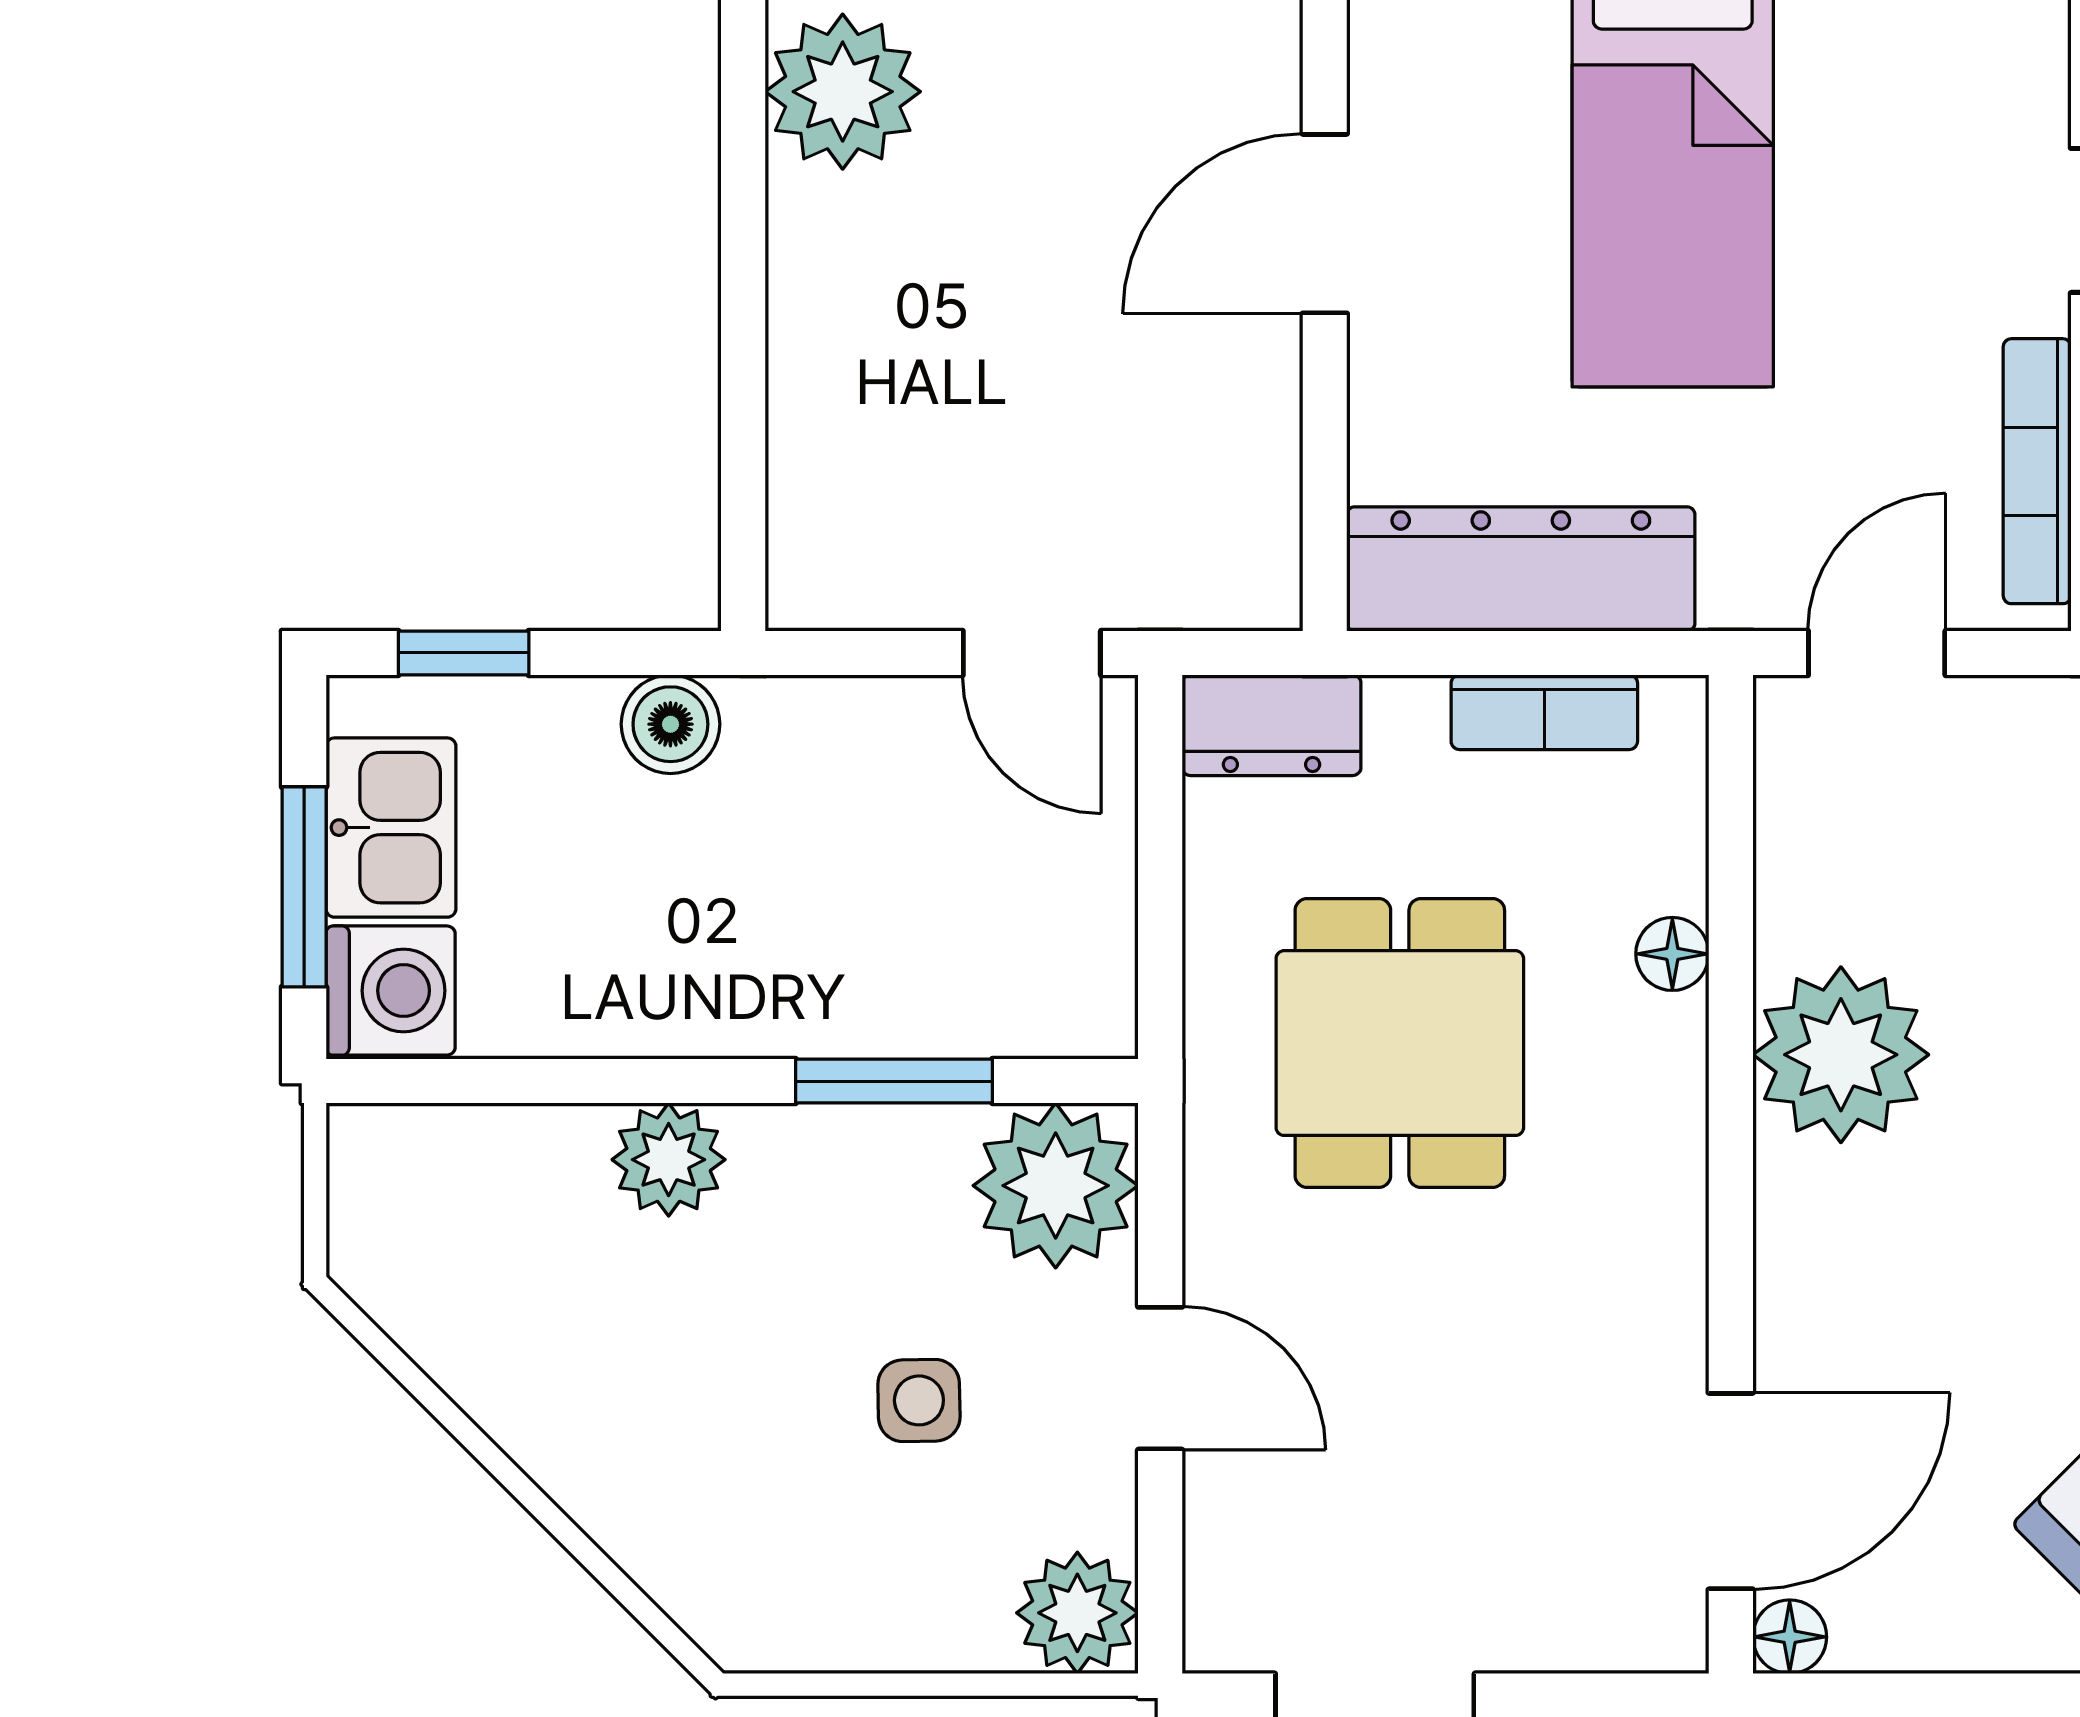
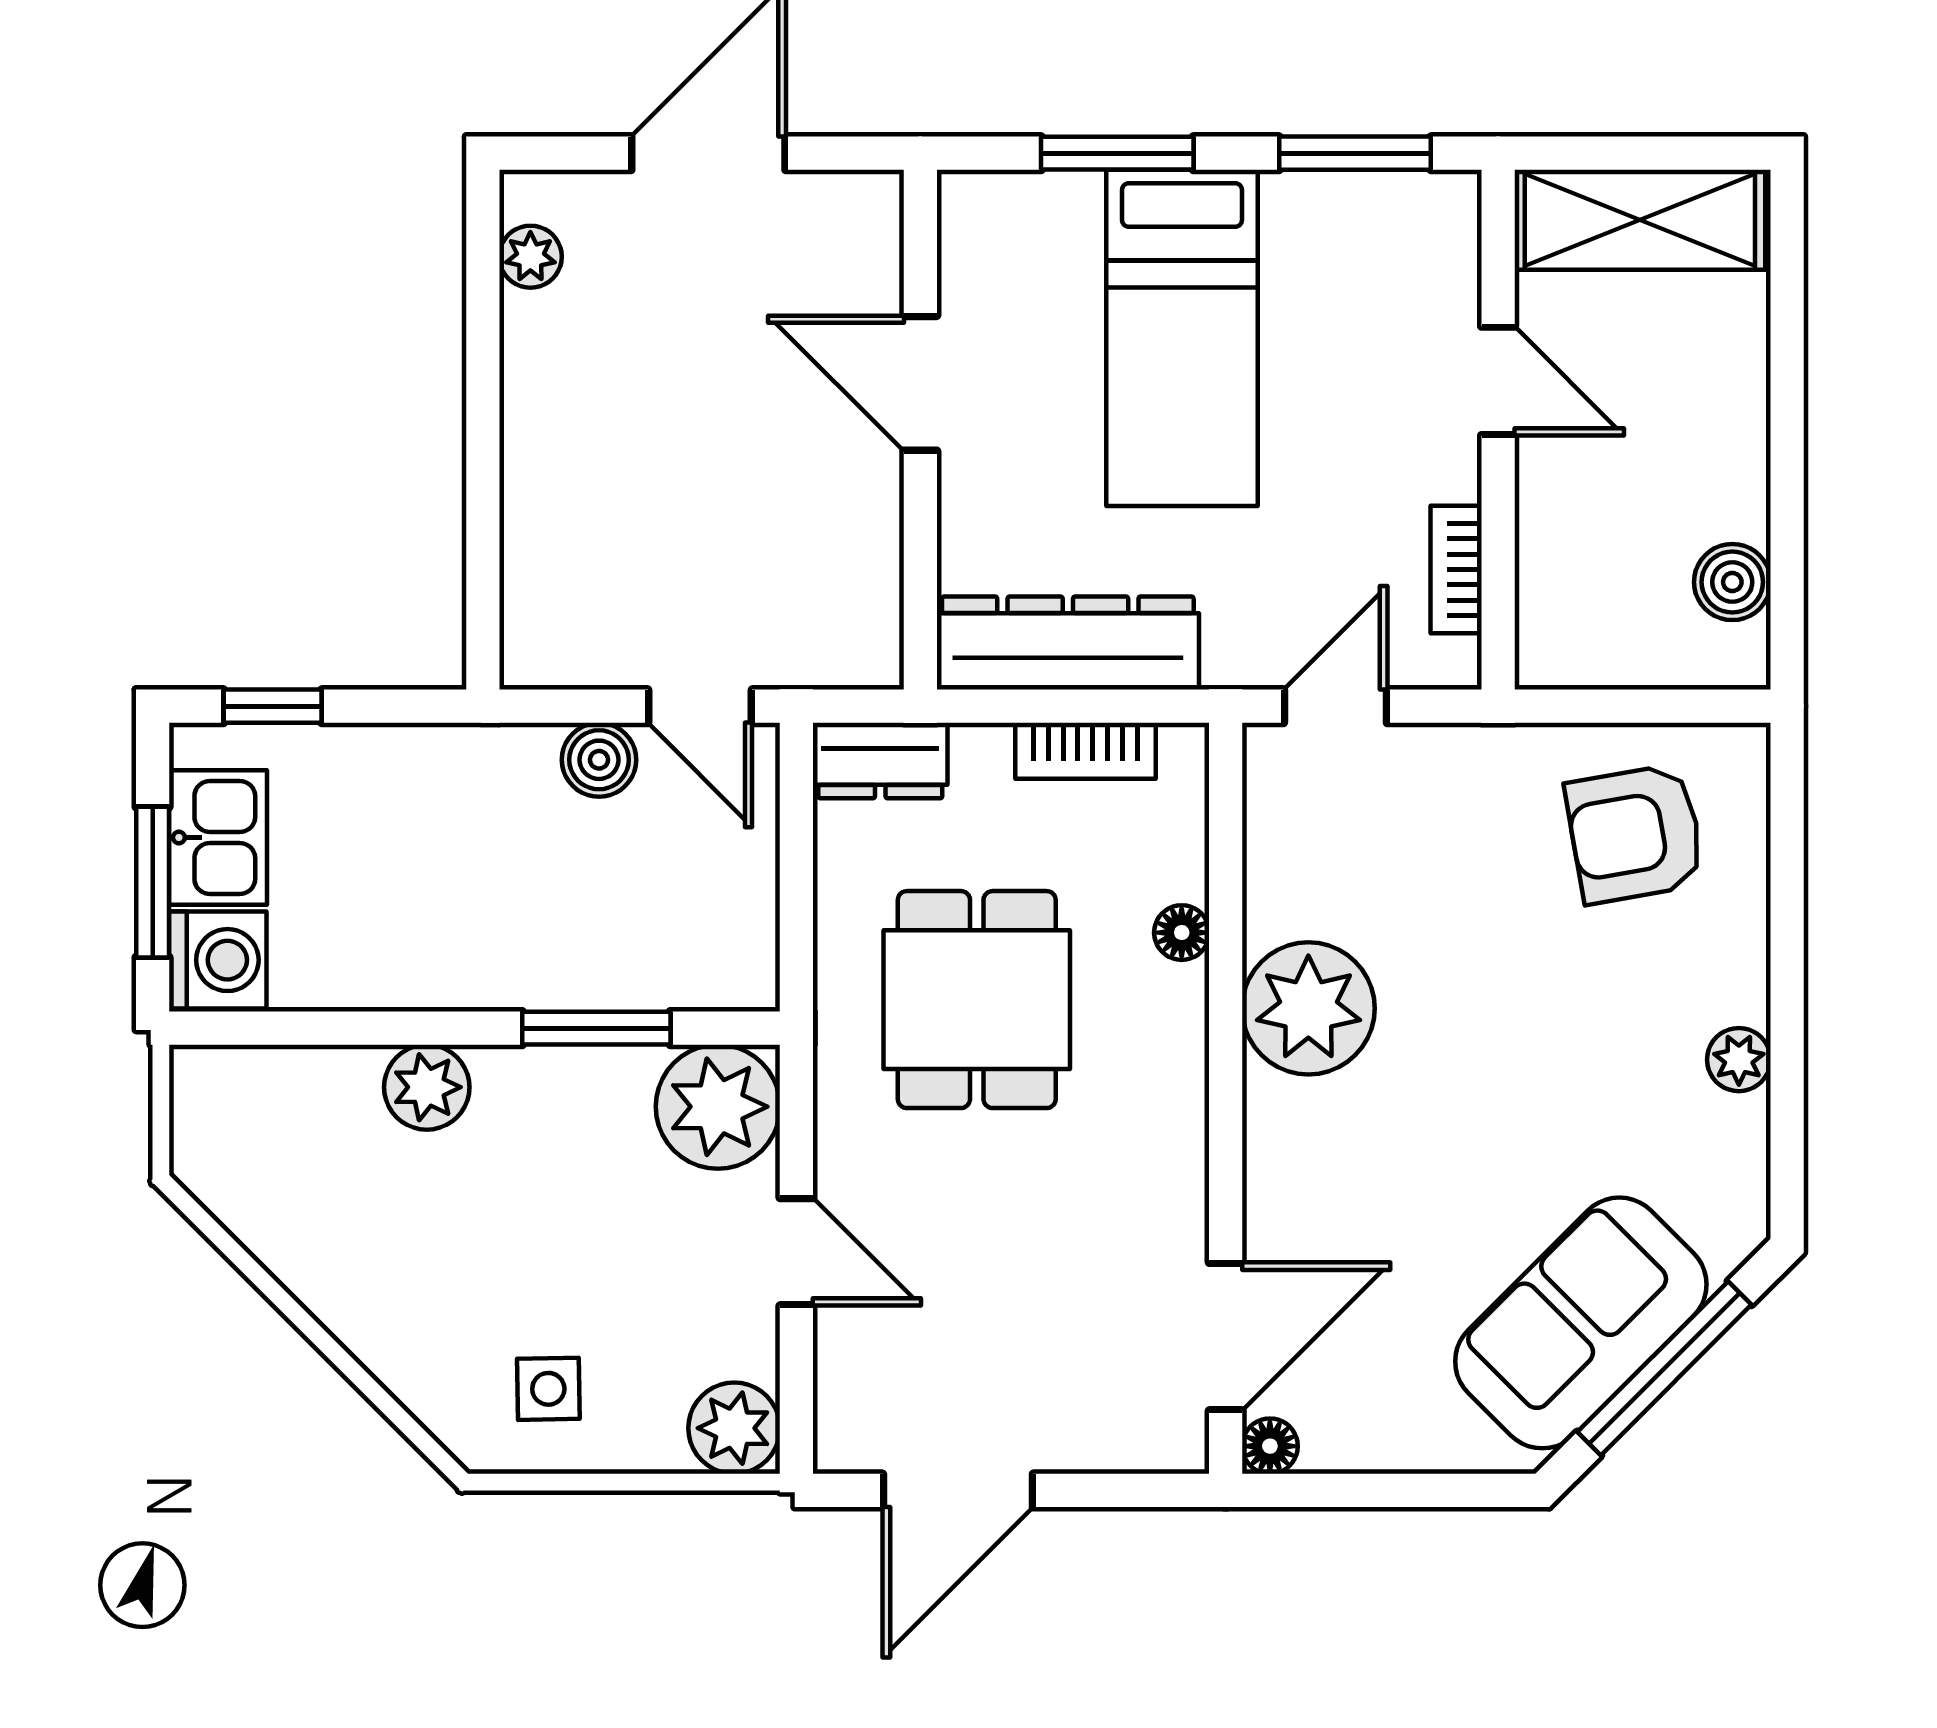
plant: (843, 92) -> (530, 257), width x0.53, depth x0.53
door: (1325, 224) -> (920, 383), hinge flipped
bookcase: (2037, 471) -> (1456, 569), width x0.64
boiler: (670, 724) -> (599, 760), moved
side table: (919, 1400) -> (548, 1389), moved

